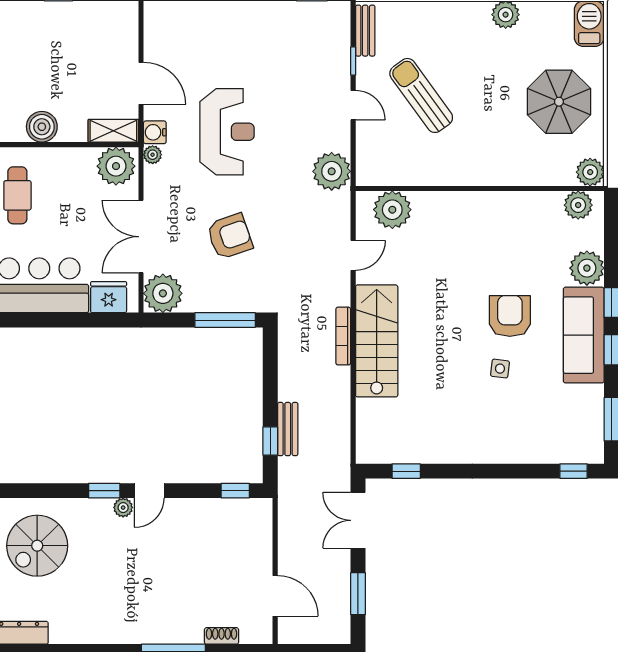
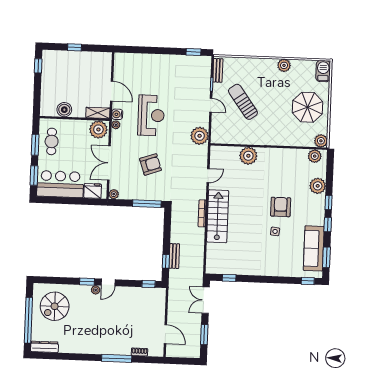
plant: (392, 210) -> (248, 156), moved
plant: (163, 293) -> (114, 194), width x0.53, depth x0.53
sofa: (584, 335) -> (314, 248), moved

